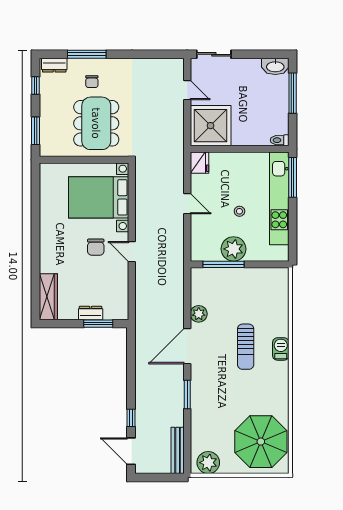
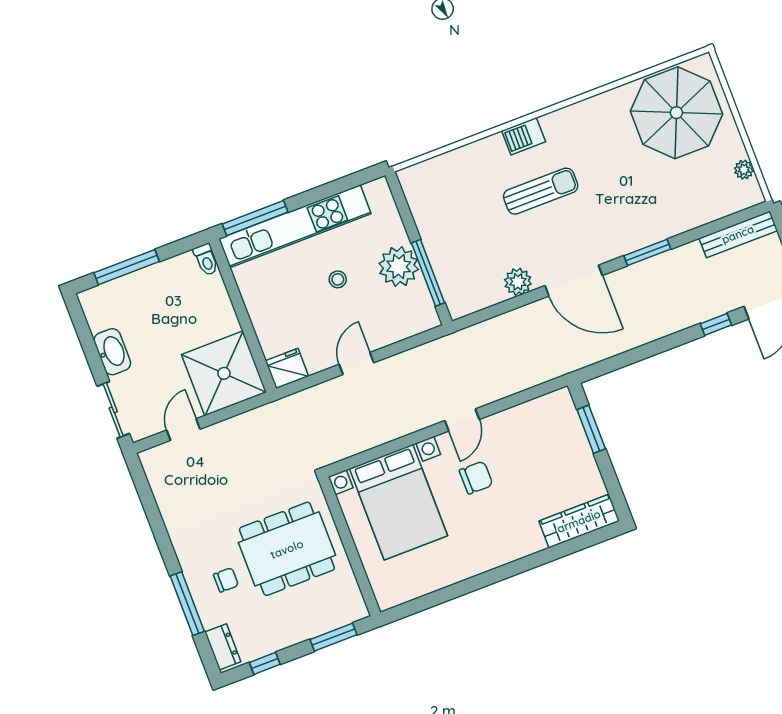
washbasin: (275, 66) -> (112, 352), moved
dresser: (91, 313) -> (580, 447), removed
plant: (208, 463) -> (744, 170), width x0.53, depth x0.53

